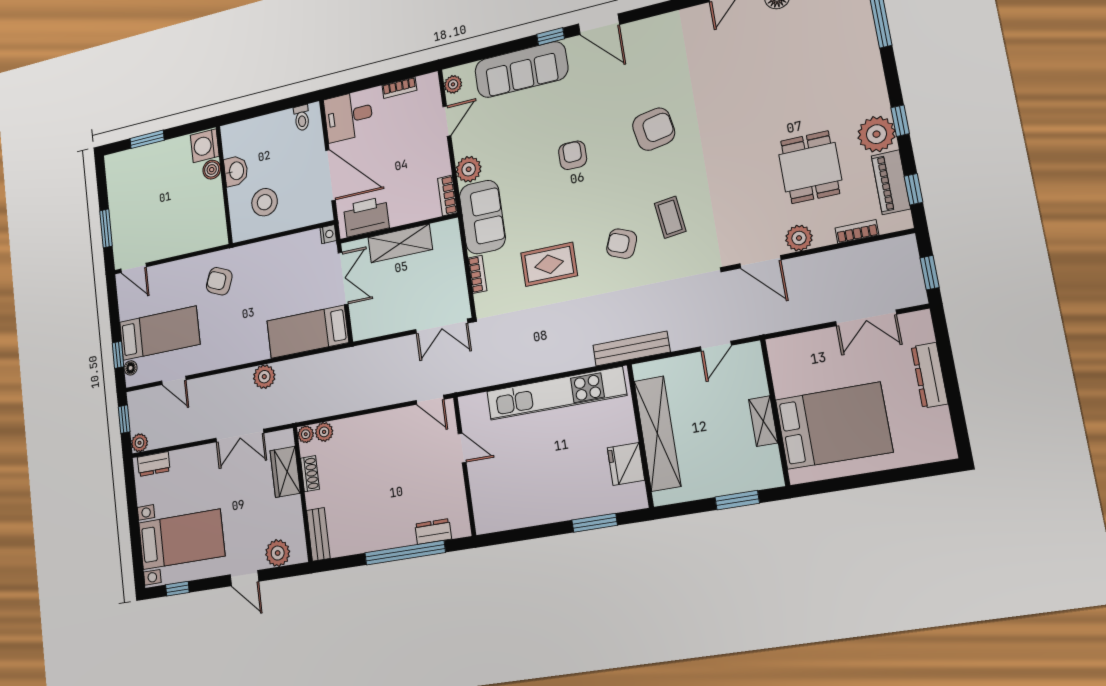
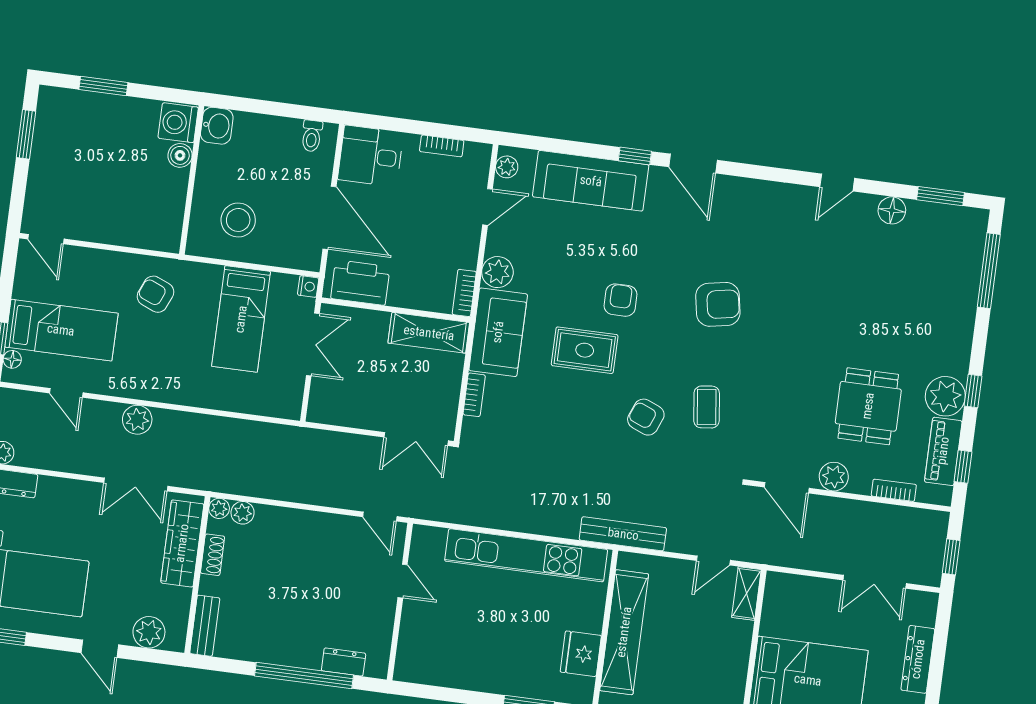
washbasin: (236, 171) -> (217, 126), moved
window: (106, 228) -> (26, 134), moved
shelving: (400, 243) -> (429, 333), moved
rug: (549, 264) -> (585, 350), moved
bed: (308, 332) -> (241, 319), moved, turned -90
plant: (264, 377) -> (137, 420), moved
shelving: (763, 421) -> (746, 593), moved
wardrobe: (285, 472) -> (182, 543), width x1.50

